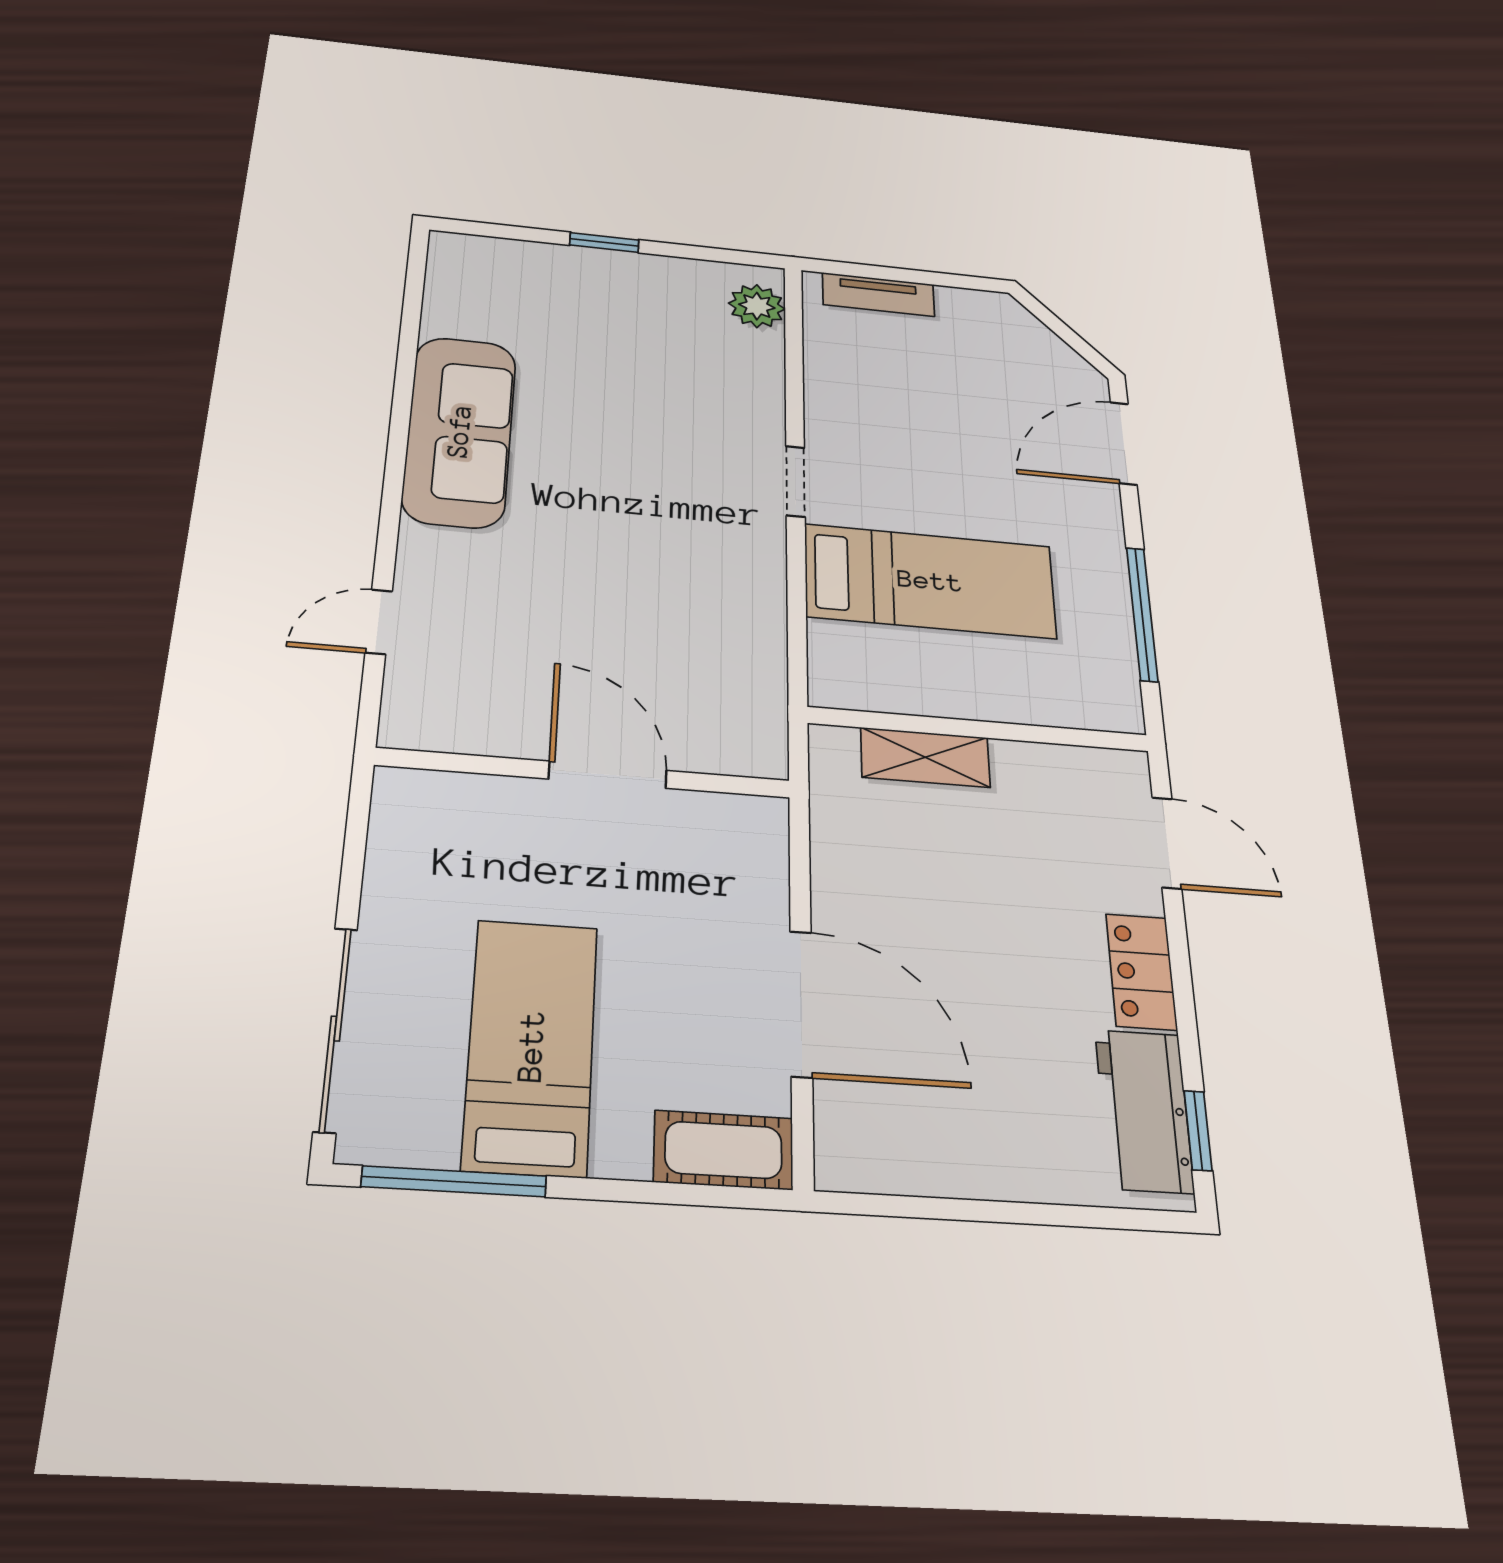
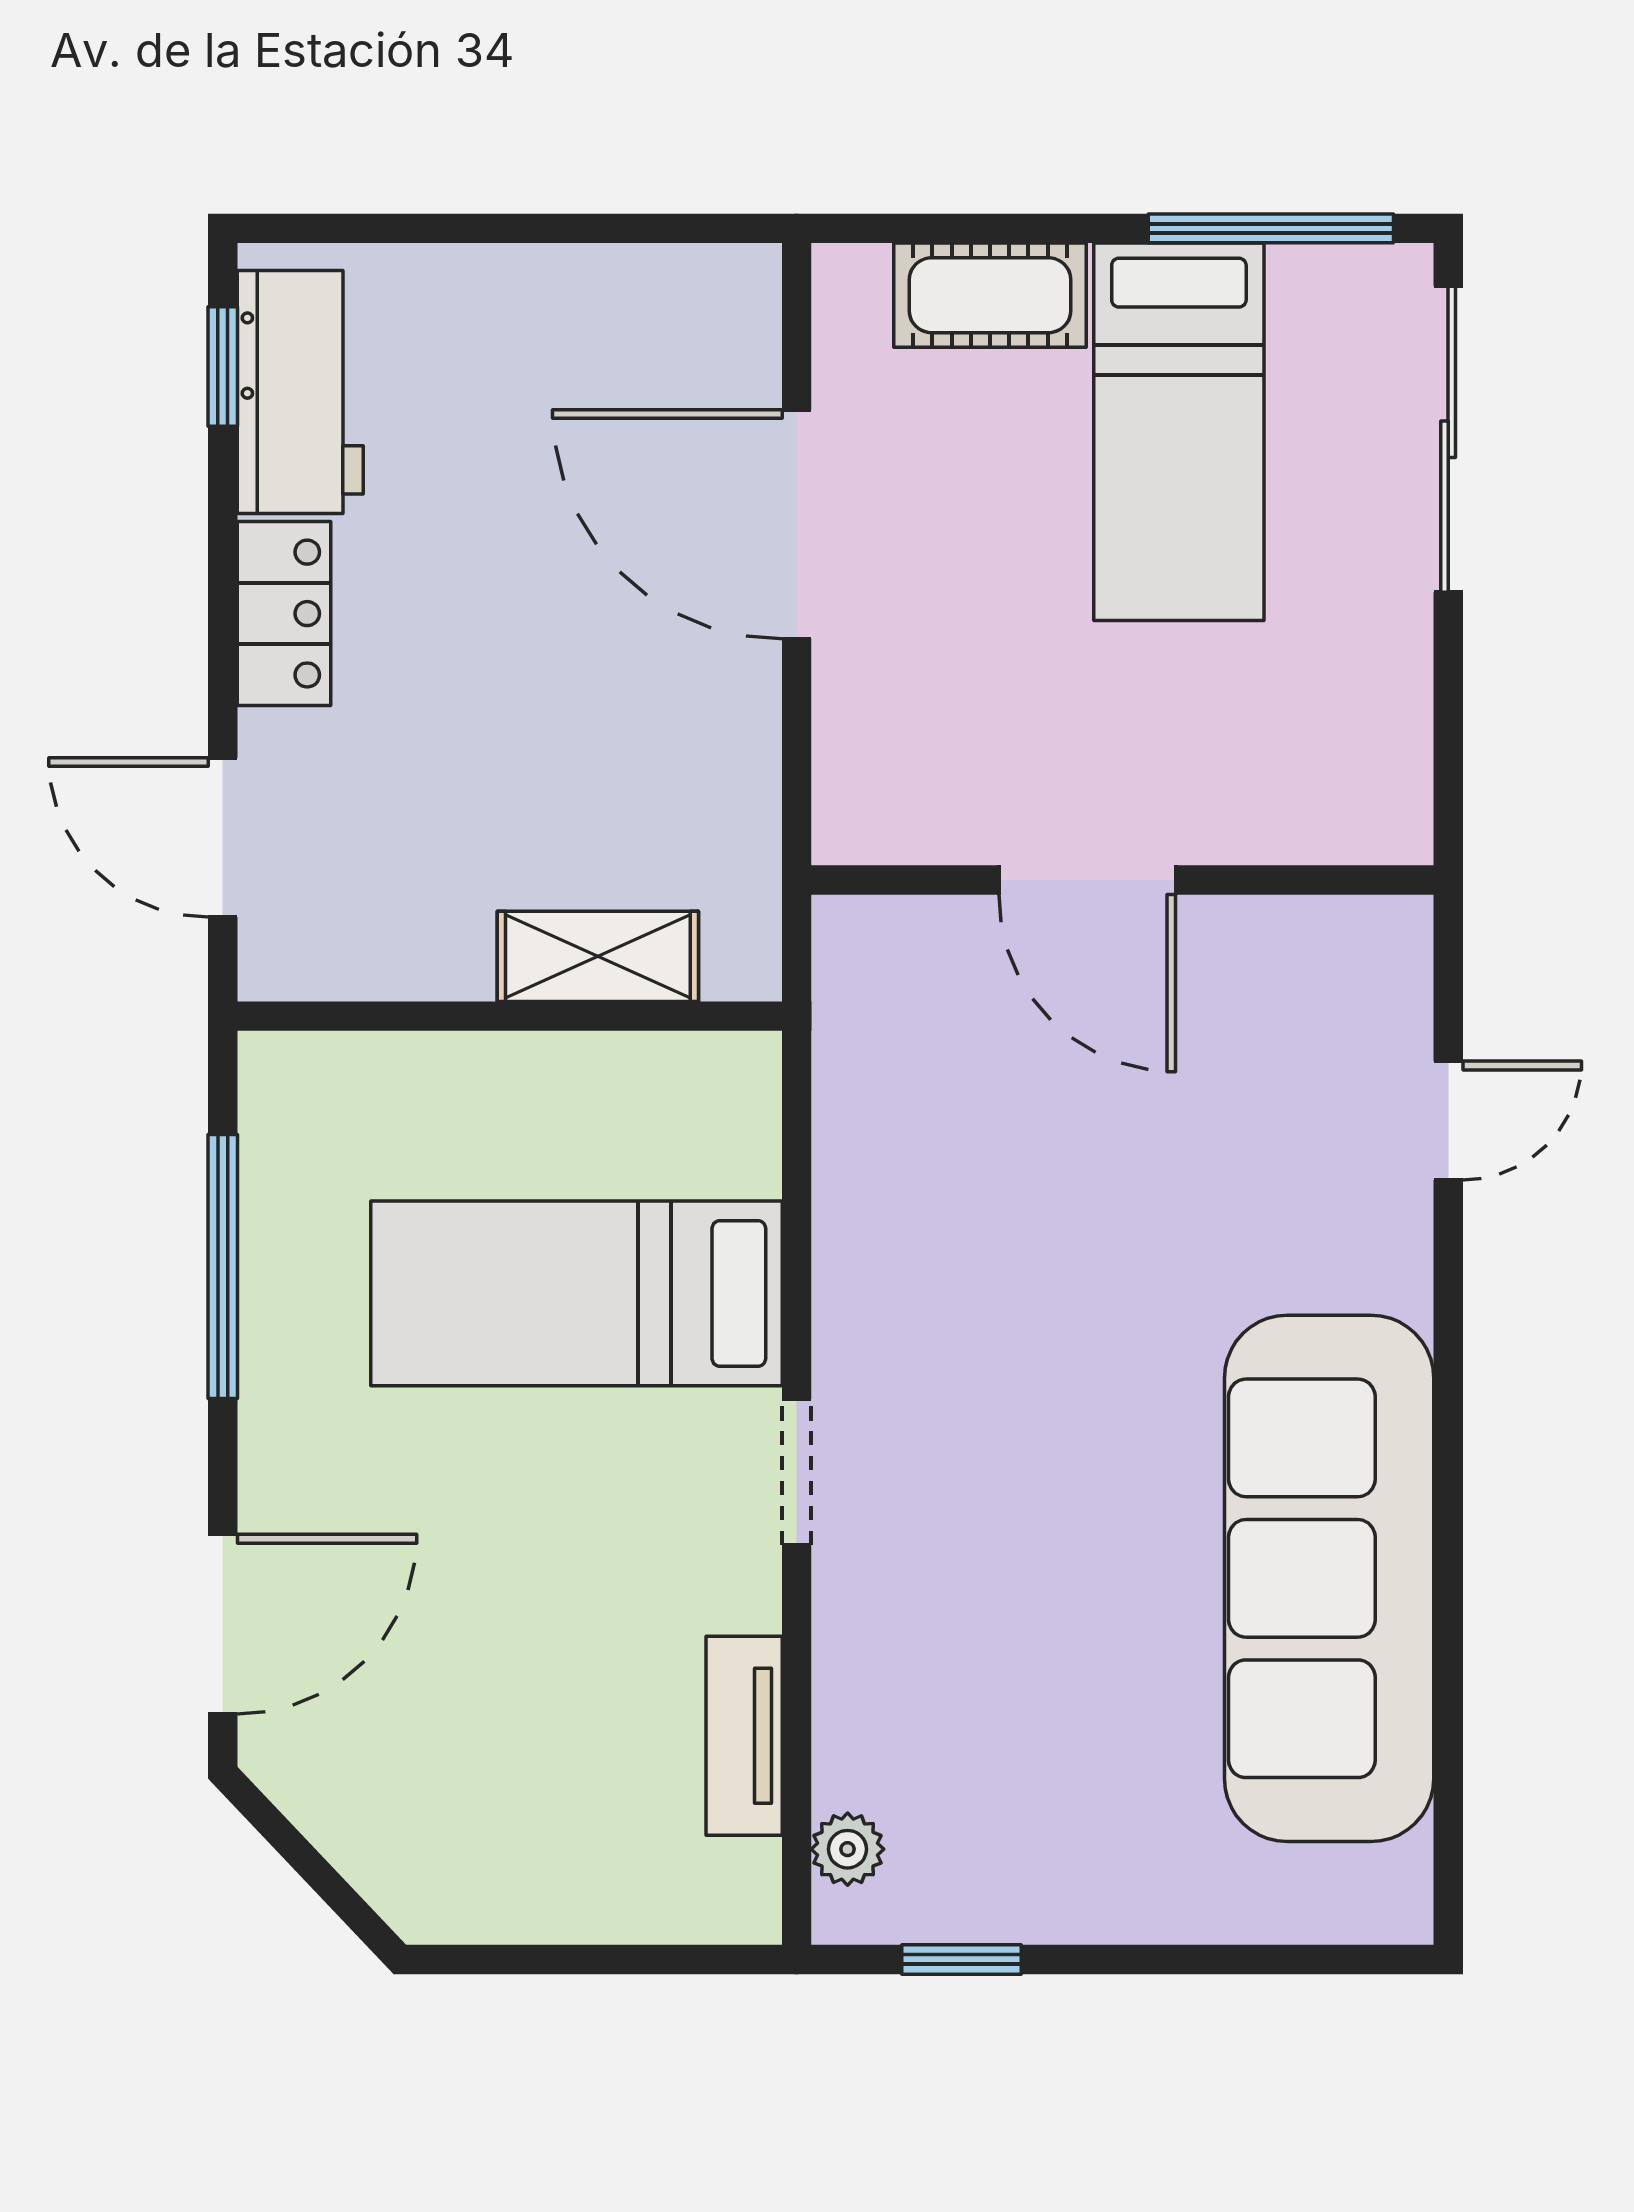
window: (604, 242) -> (962, 1959), moved
tv unit: (878, 294) -> (744, 1736), moved, turned -90
plant: (757, 306) -> (848, 1849), width x0.73, depth x0.73
sofa: (459, 431) -> (1329, 1578), width x1.36, depth x1.27
cot: (723, 1150) -> (990, 295), moved

